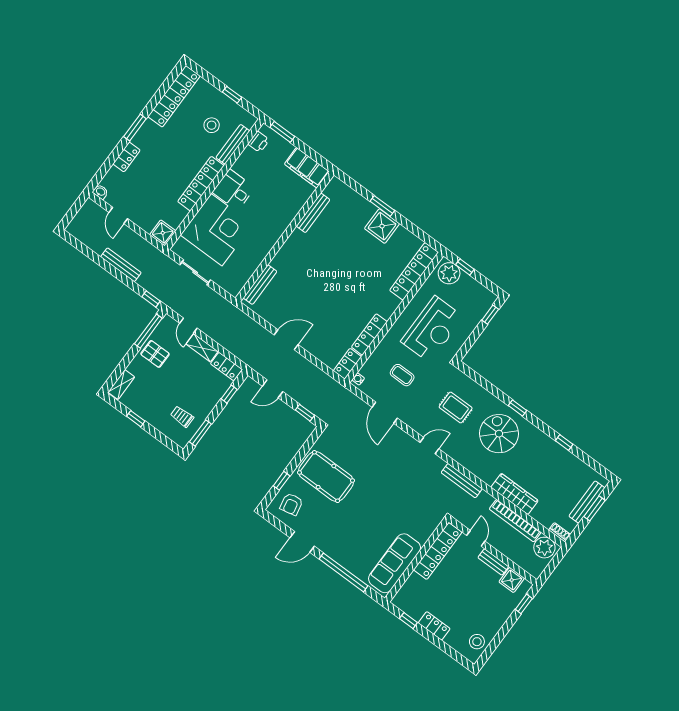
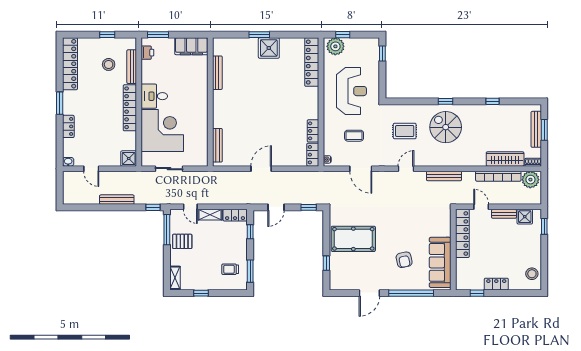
locker: (369, 334) -> (313, 131), width x0.66
wardrobe: (515, 494) -> (505, 159), moved
armchair: (291, 504) -> (404, 260), moved

